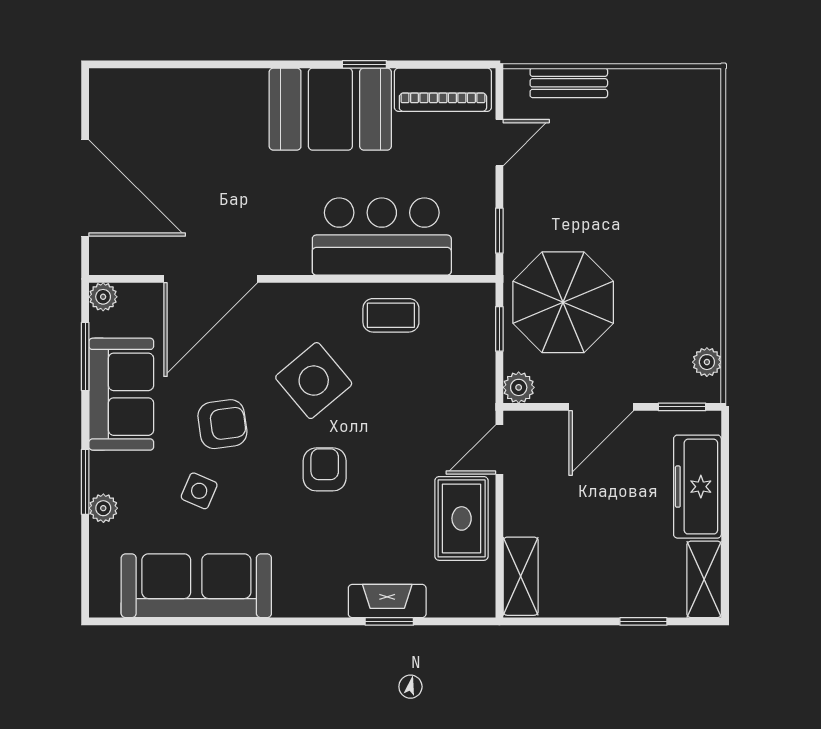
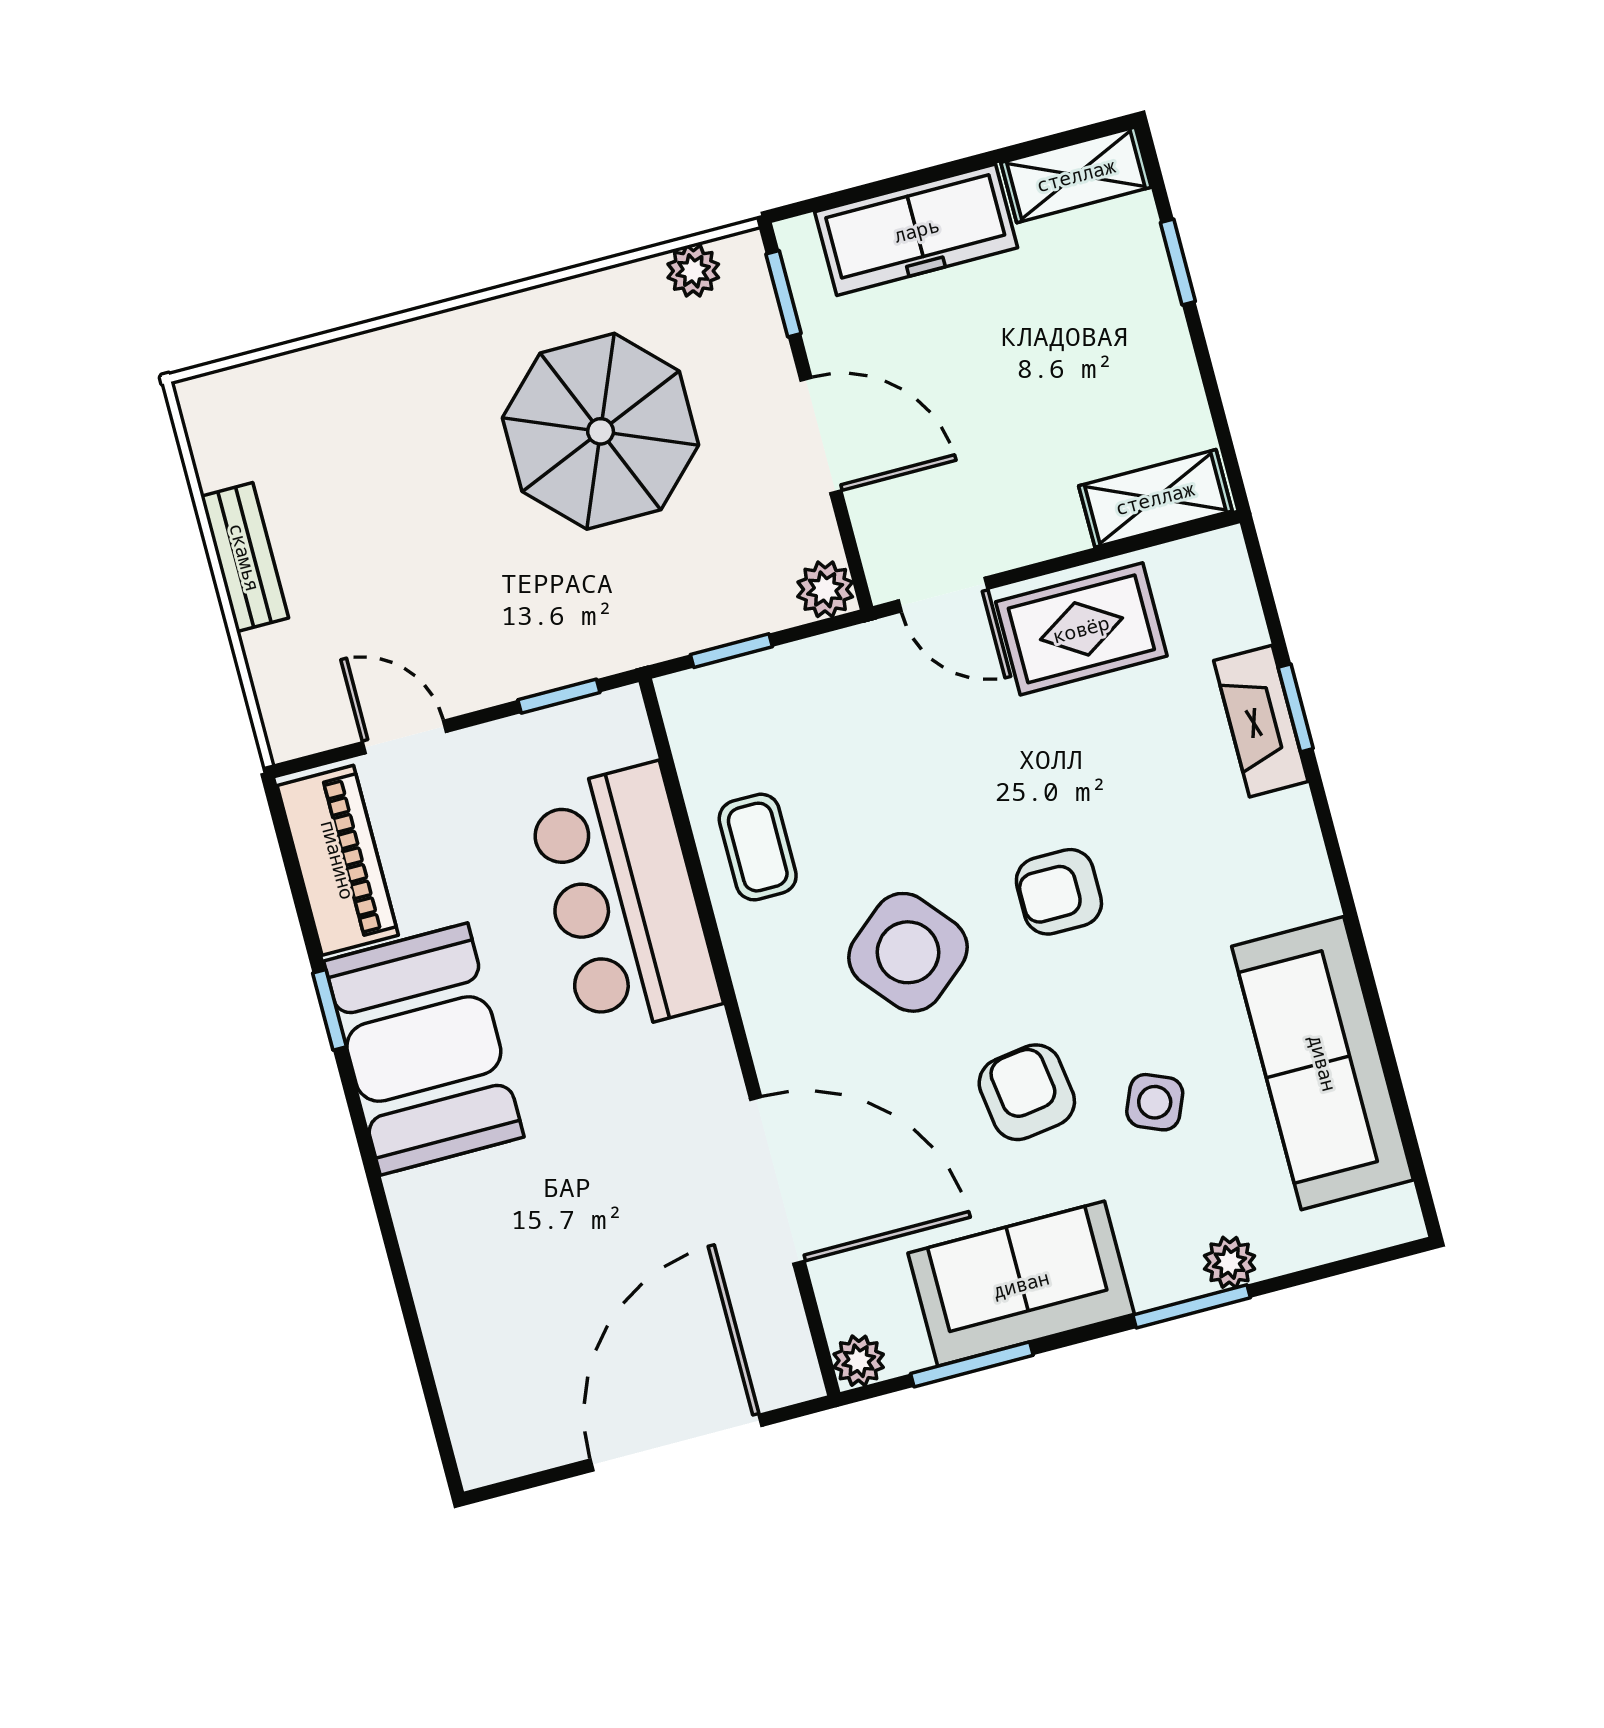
bench: (569, 83) -> (245, 557), moved
parasol: (563, 302) -> (601, 431), moved

